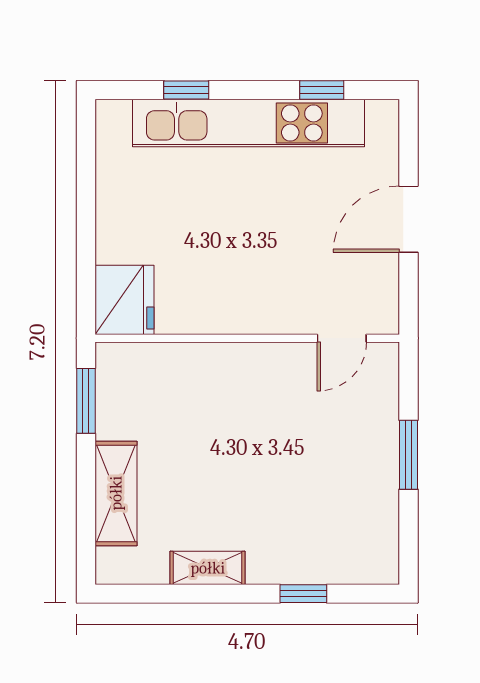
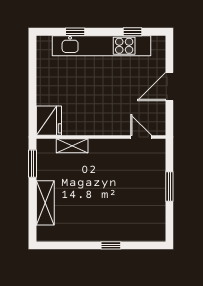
door: (342, 338) -> (141, 137), swing flipped
shelving: (208, 568) -> (72, 146), moved
window: (303, 594) -> (111, 245), moved

